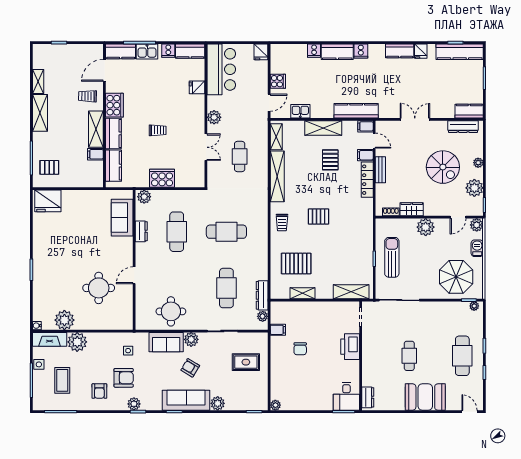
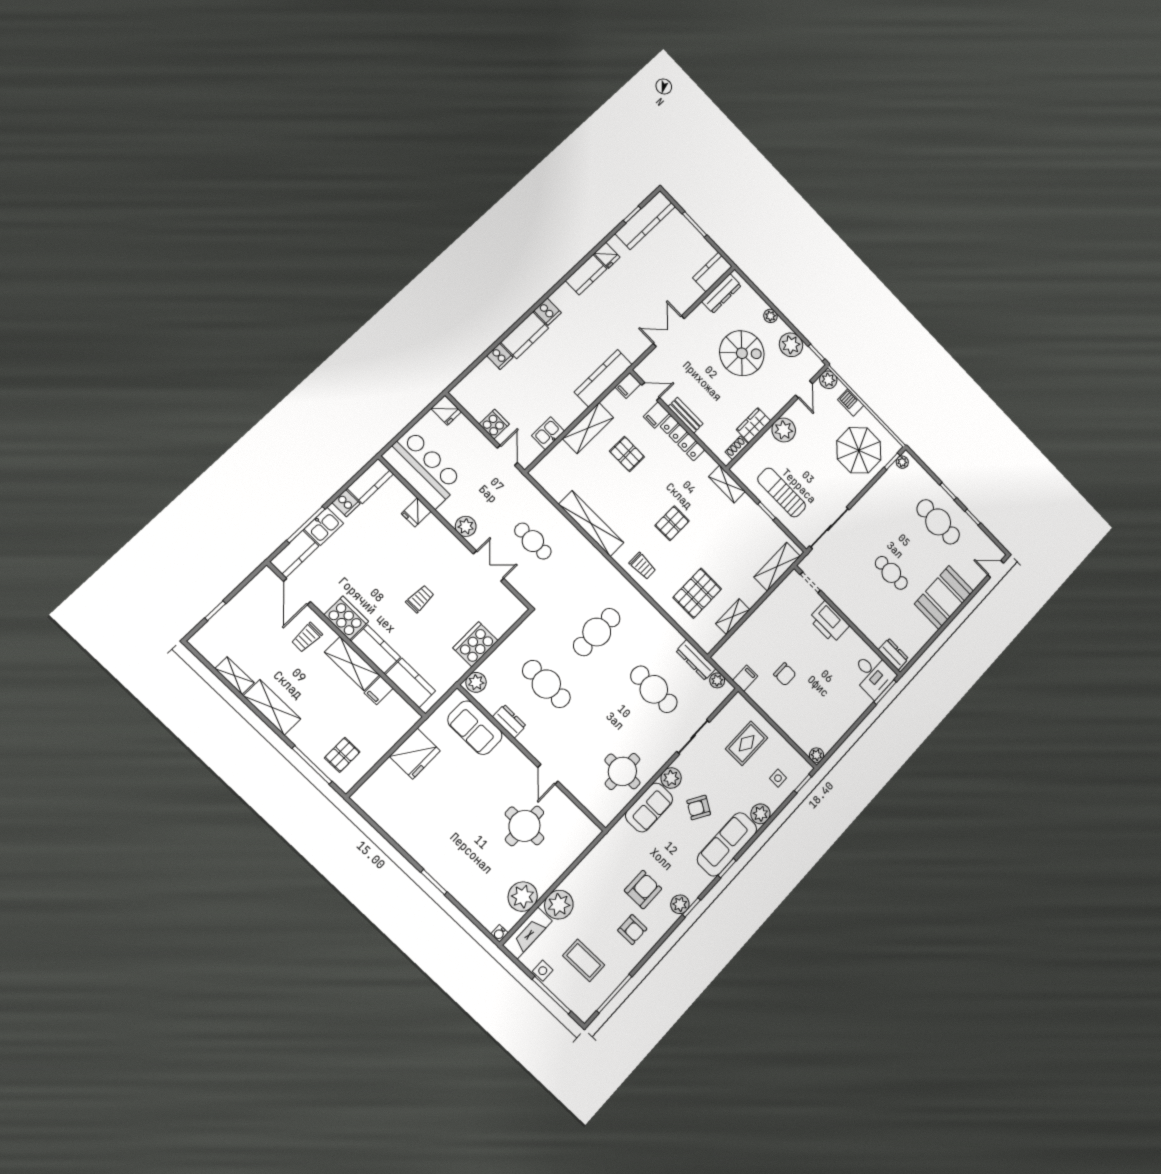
shelving: (276, 137) -> (727, 484), moved
fridge: (48, 201) -> (415, 754), moved
side table: (128, 351) -> (778, 778), moved

